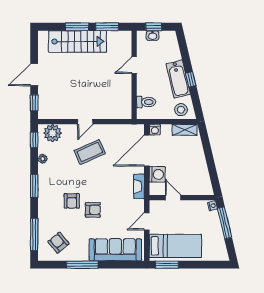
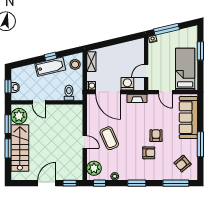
plant: (117, 40) -> (19, 116), added
door: (34, 75) -> (47, 183), swing flipped
window: (167, 265) -> (200, 51), moved

